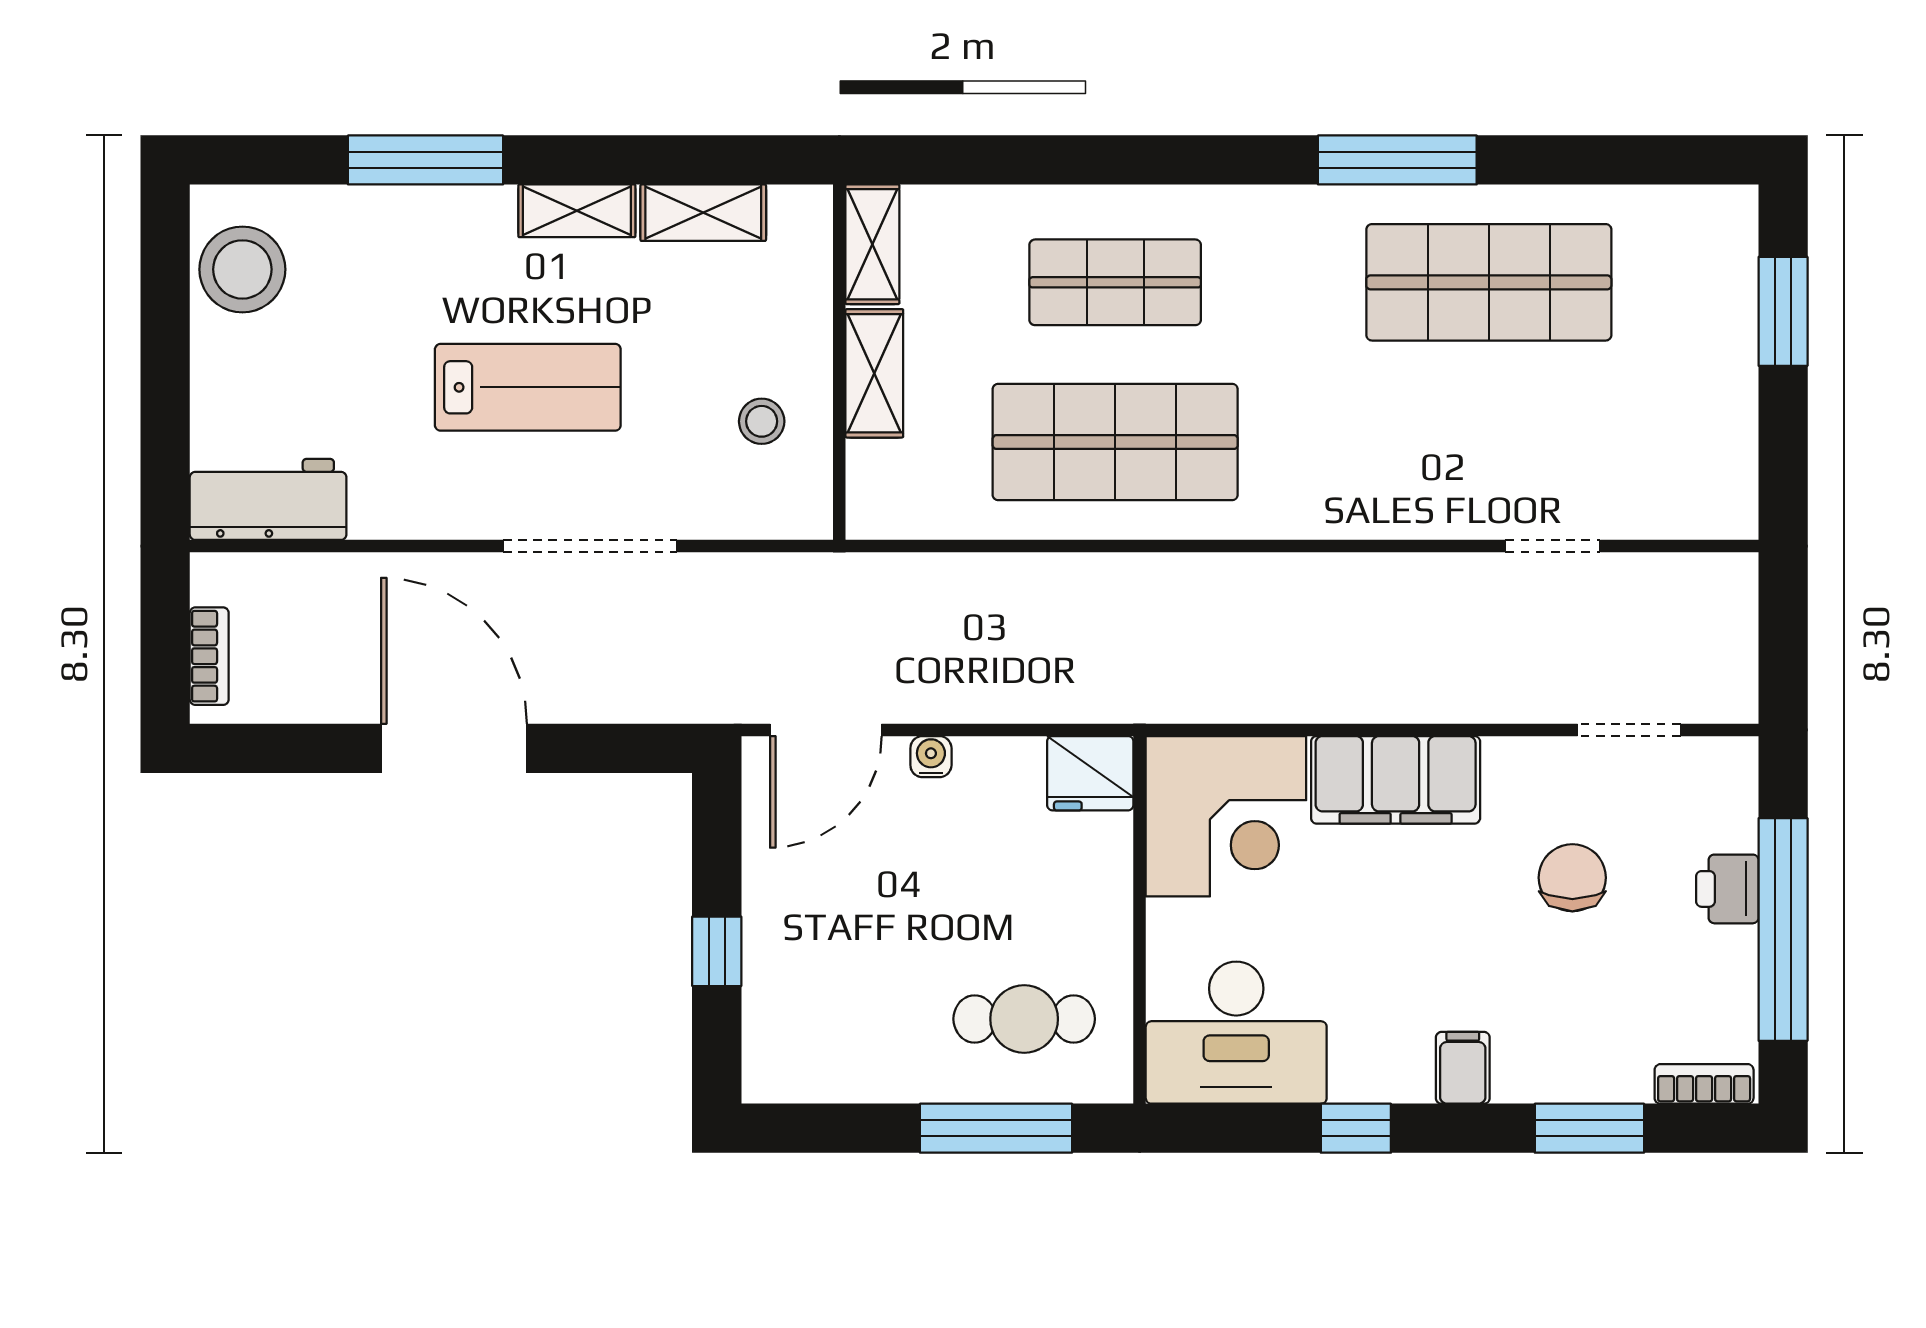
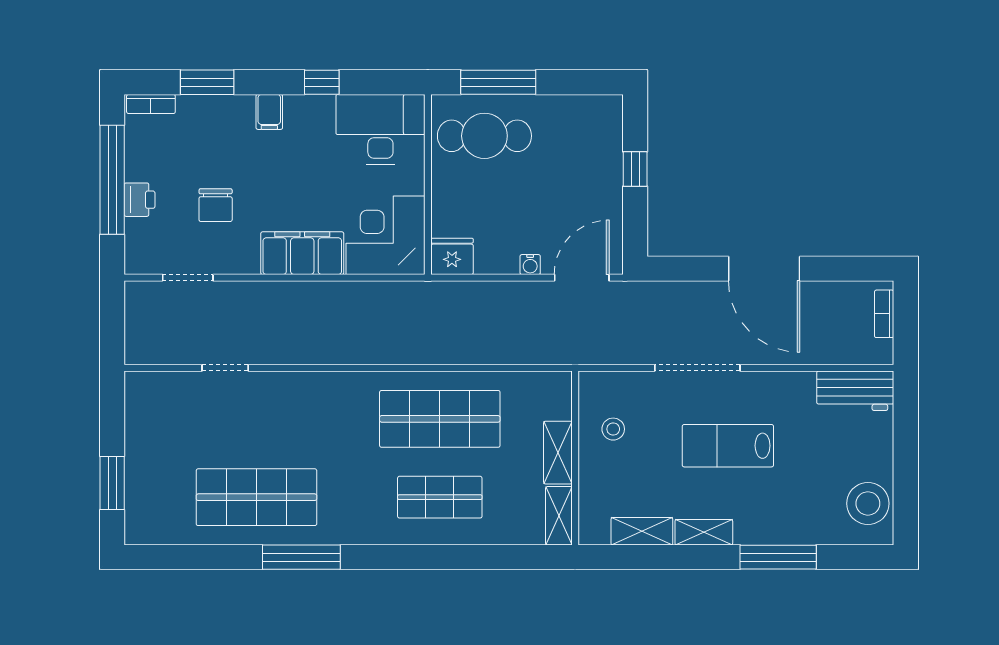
cafe table: (1024, 1019) -> (484, 136), width x1.37, depth x1.35

